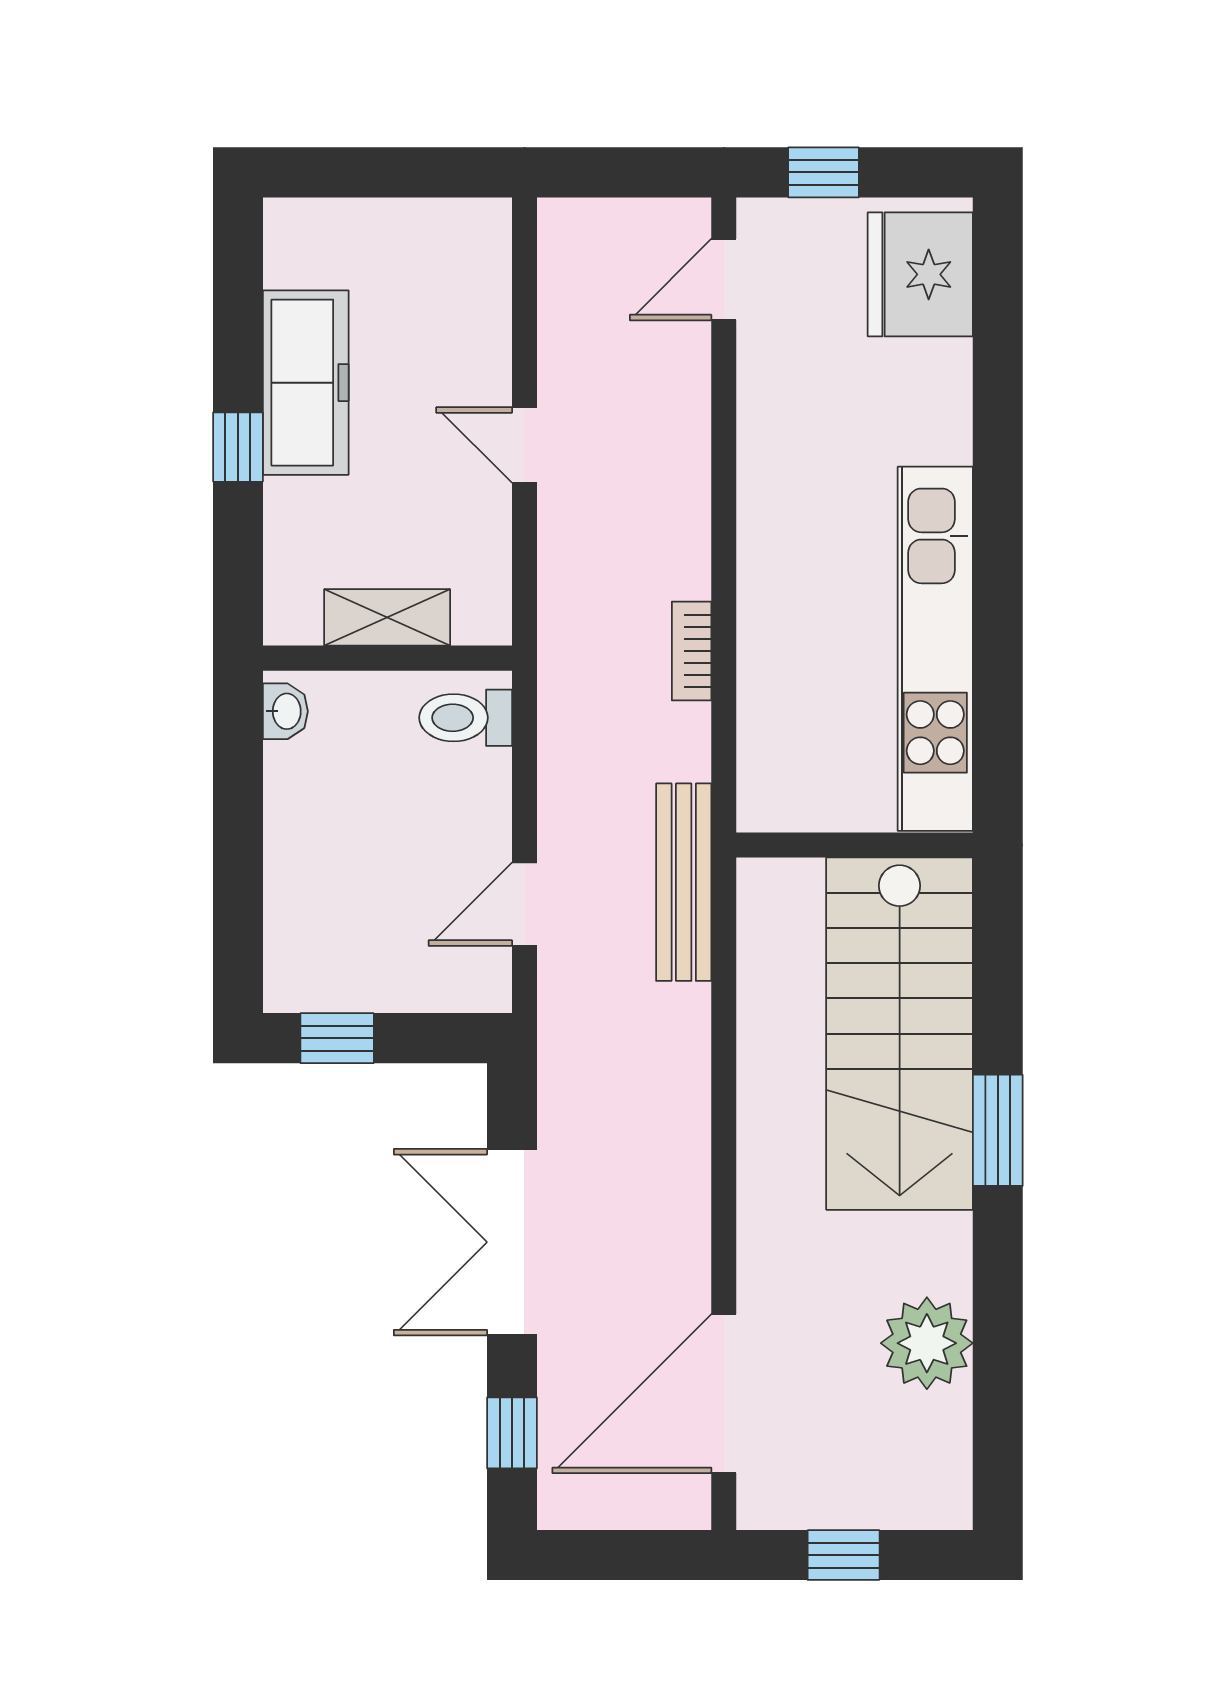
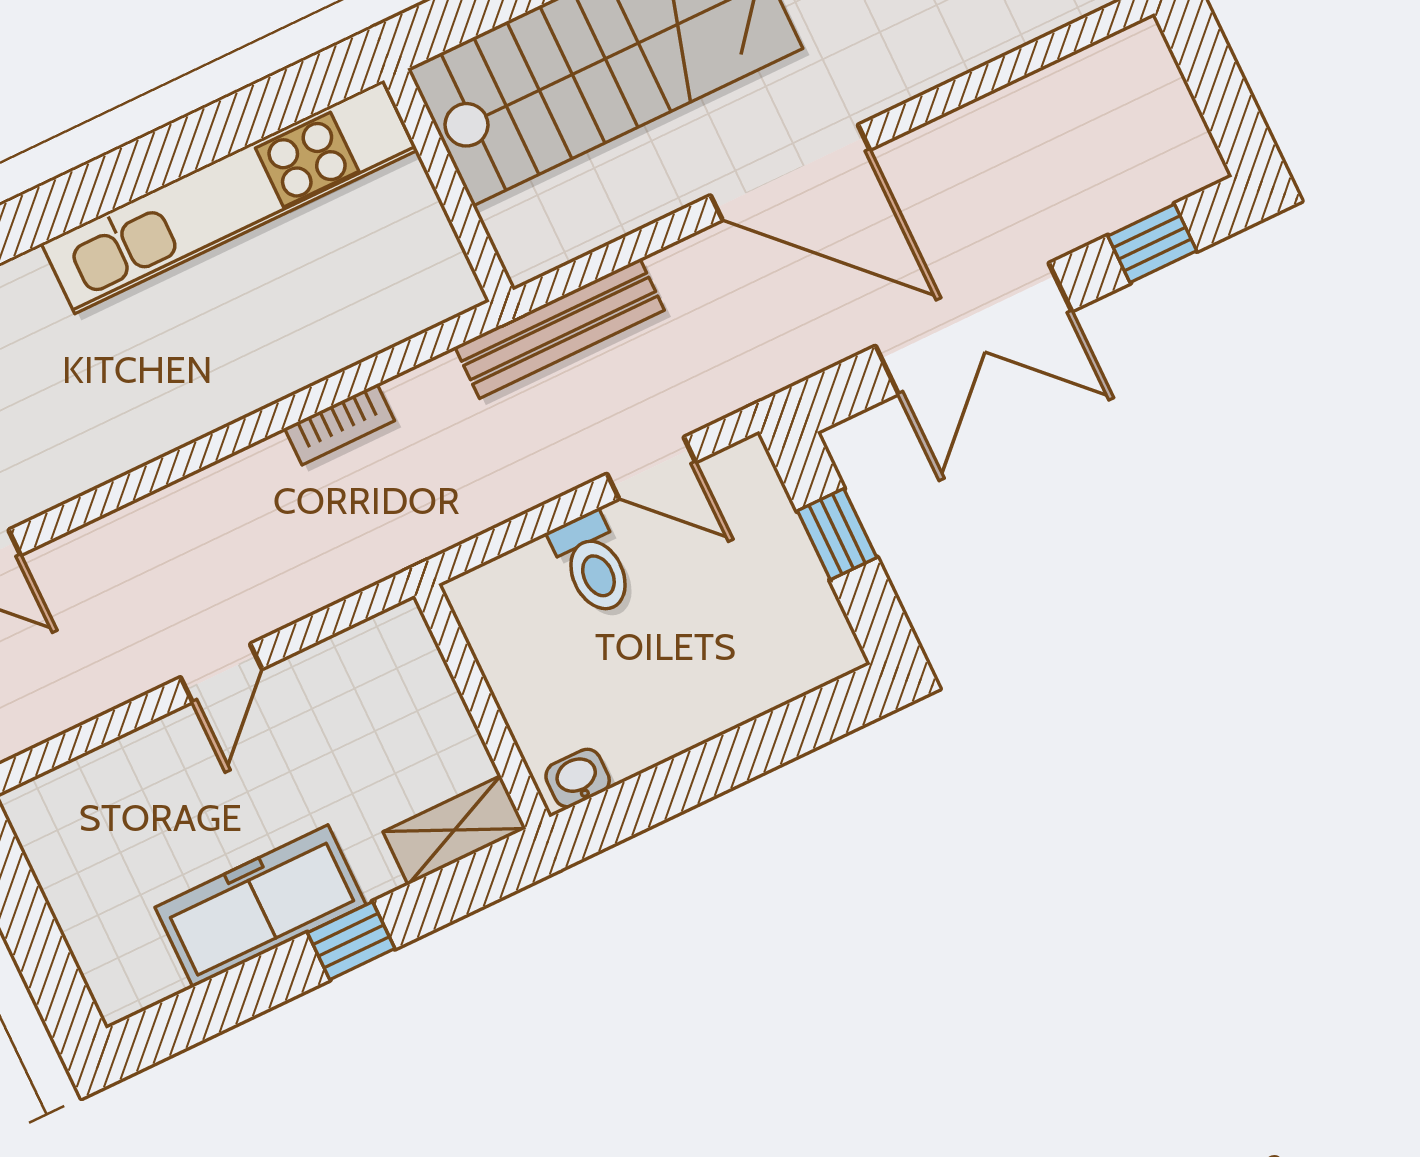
shelving: (387, 617) -> (455, 830), moved, turned 90
toilet: (466, 718) -> (593, 564), moved
window: (337, 1038) -> (837, 534), moved
door: (724, 1394) -> (790, 173), moved

